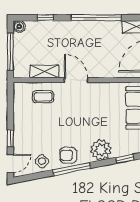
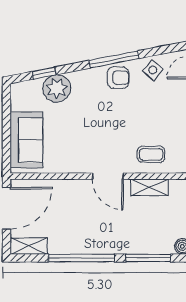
window: (45, 18) -> (148, 258), width x2.17
plant: (101, 150) -> (57, 88), moved

